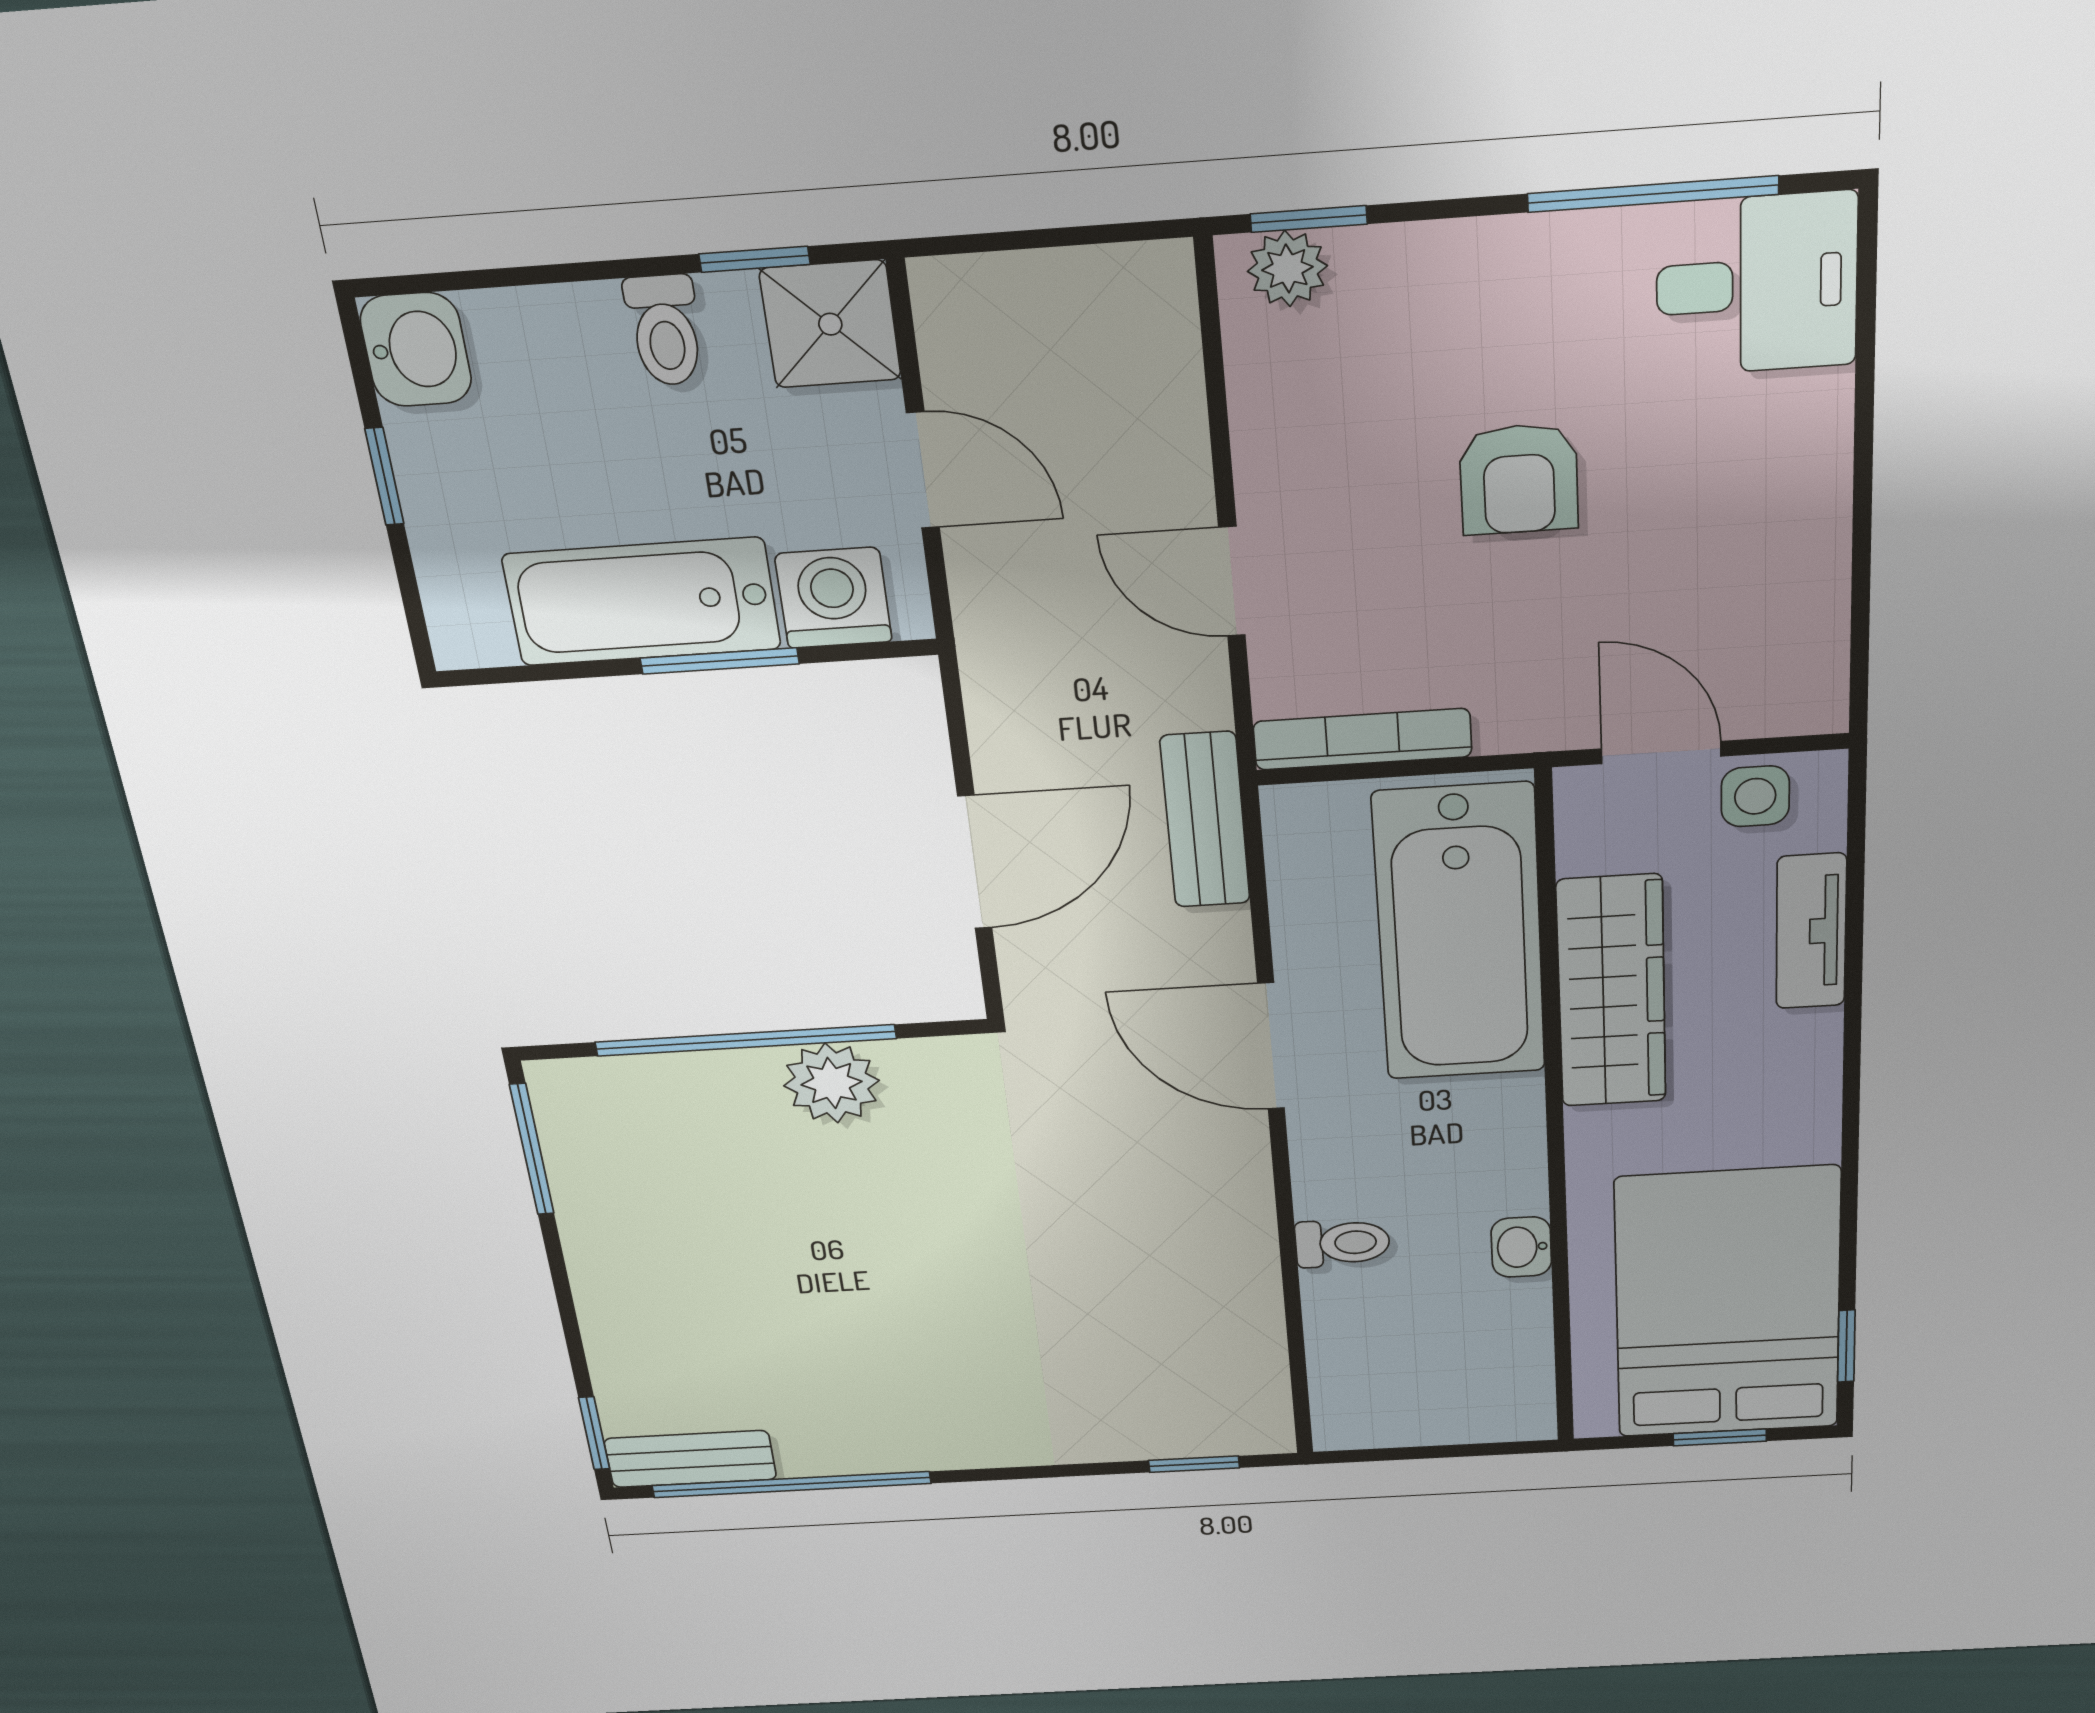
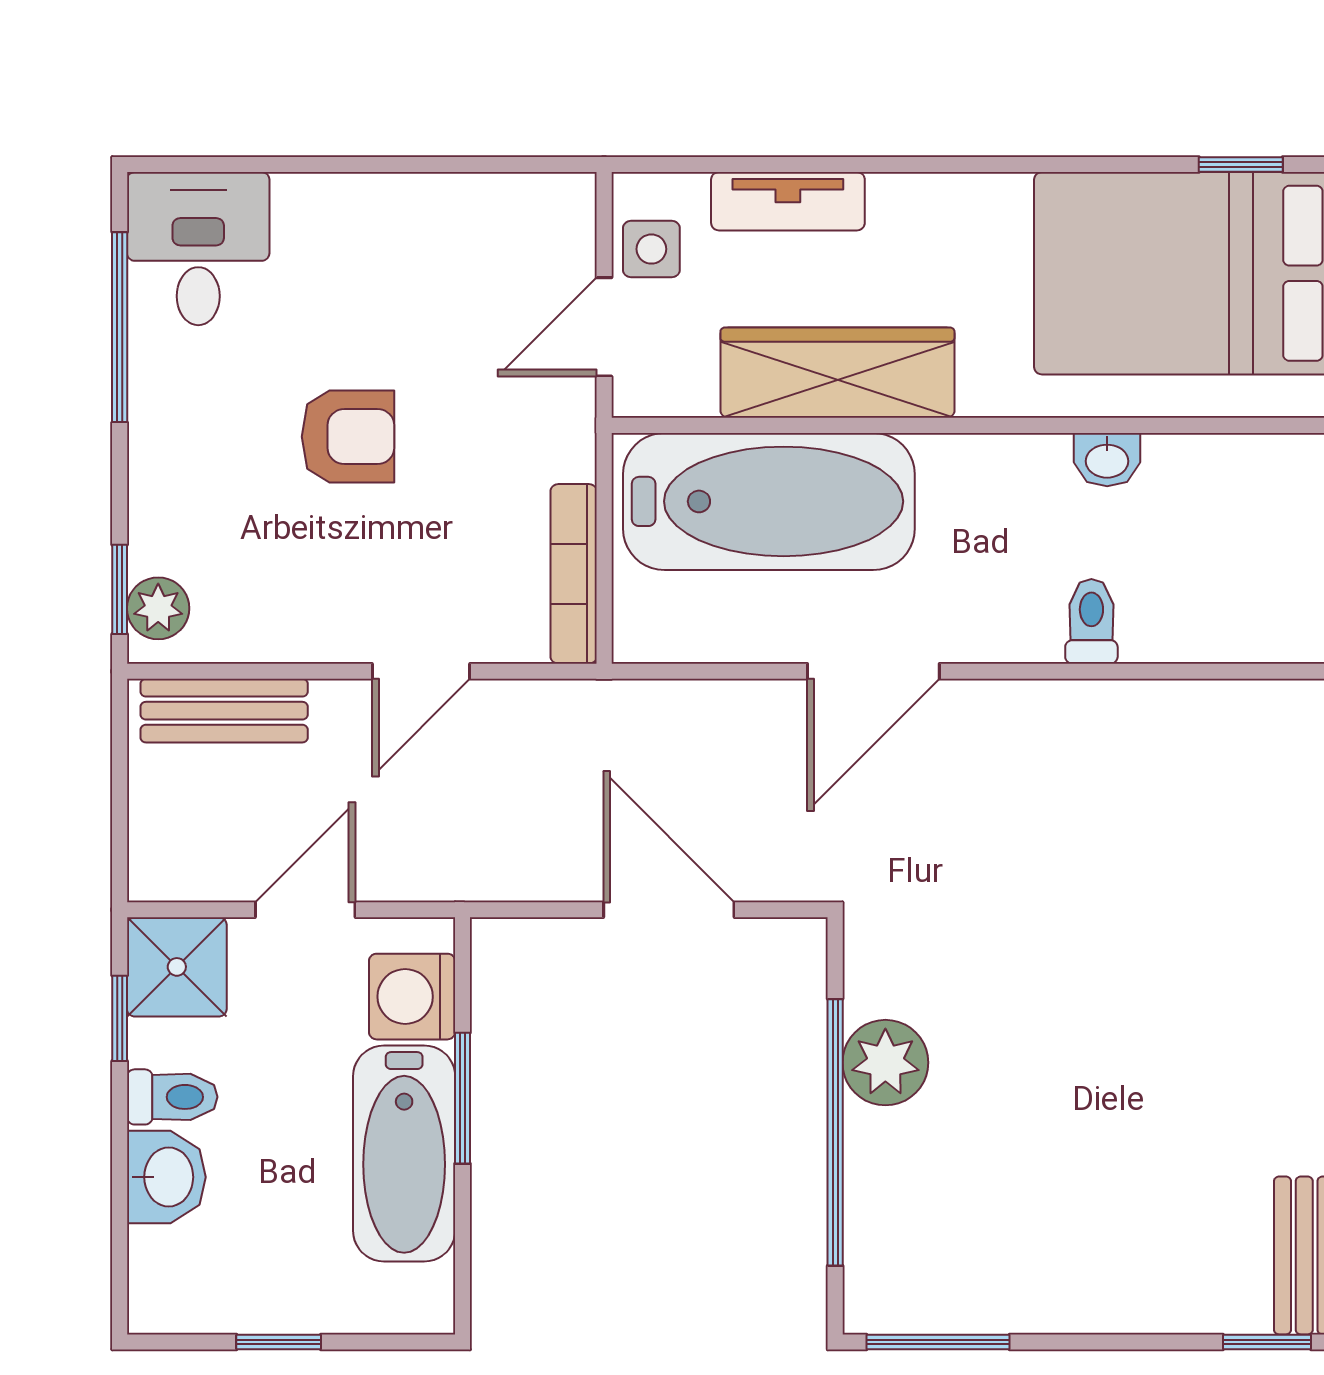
washbasin: (416, 350) -> (166, 1177), moved, turned 90
bench: (1205, 820) -> (224, 711), moved

